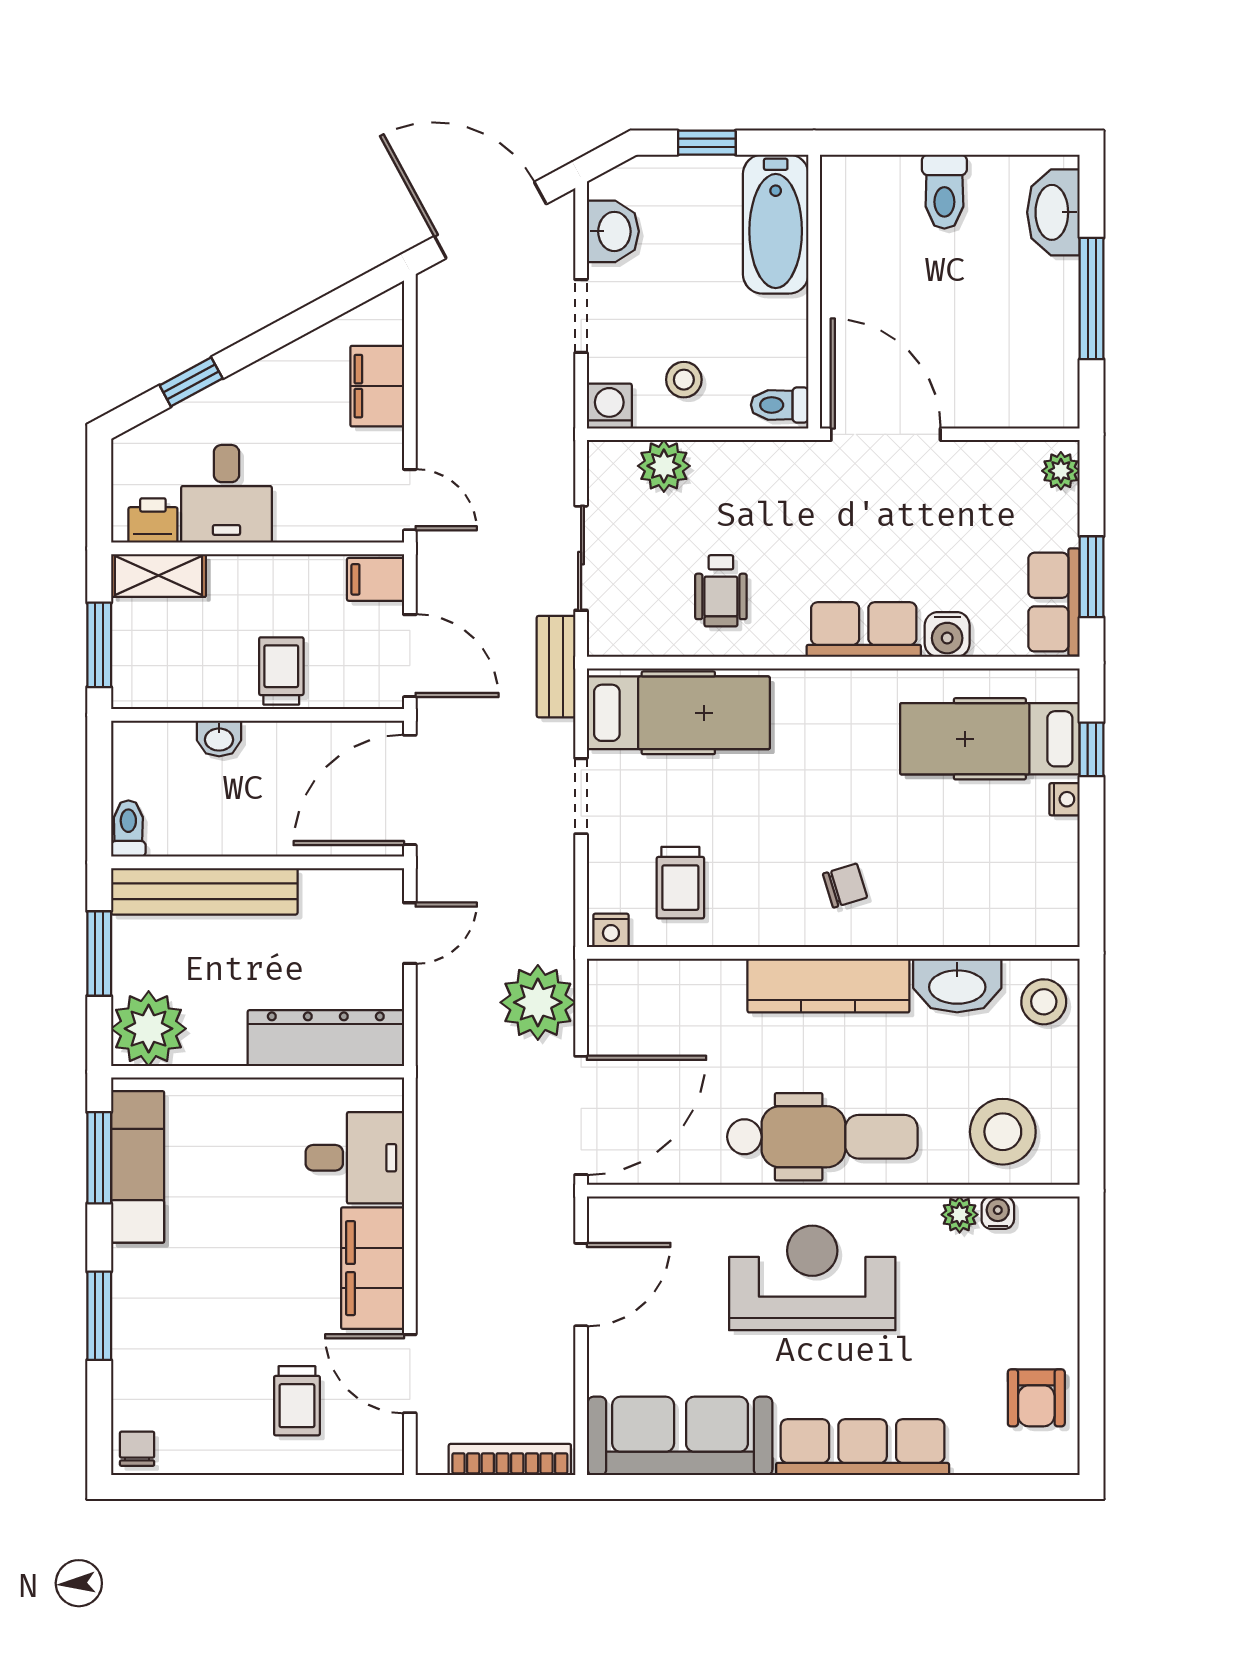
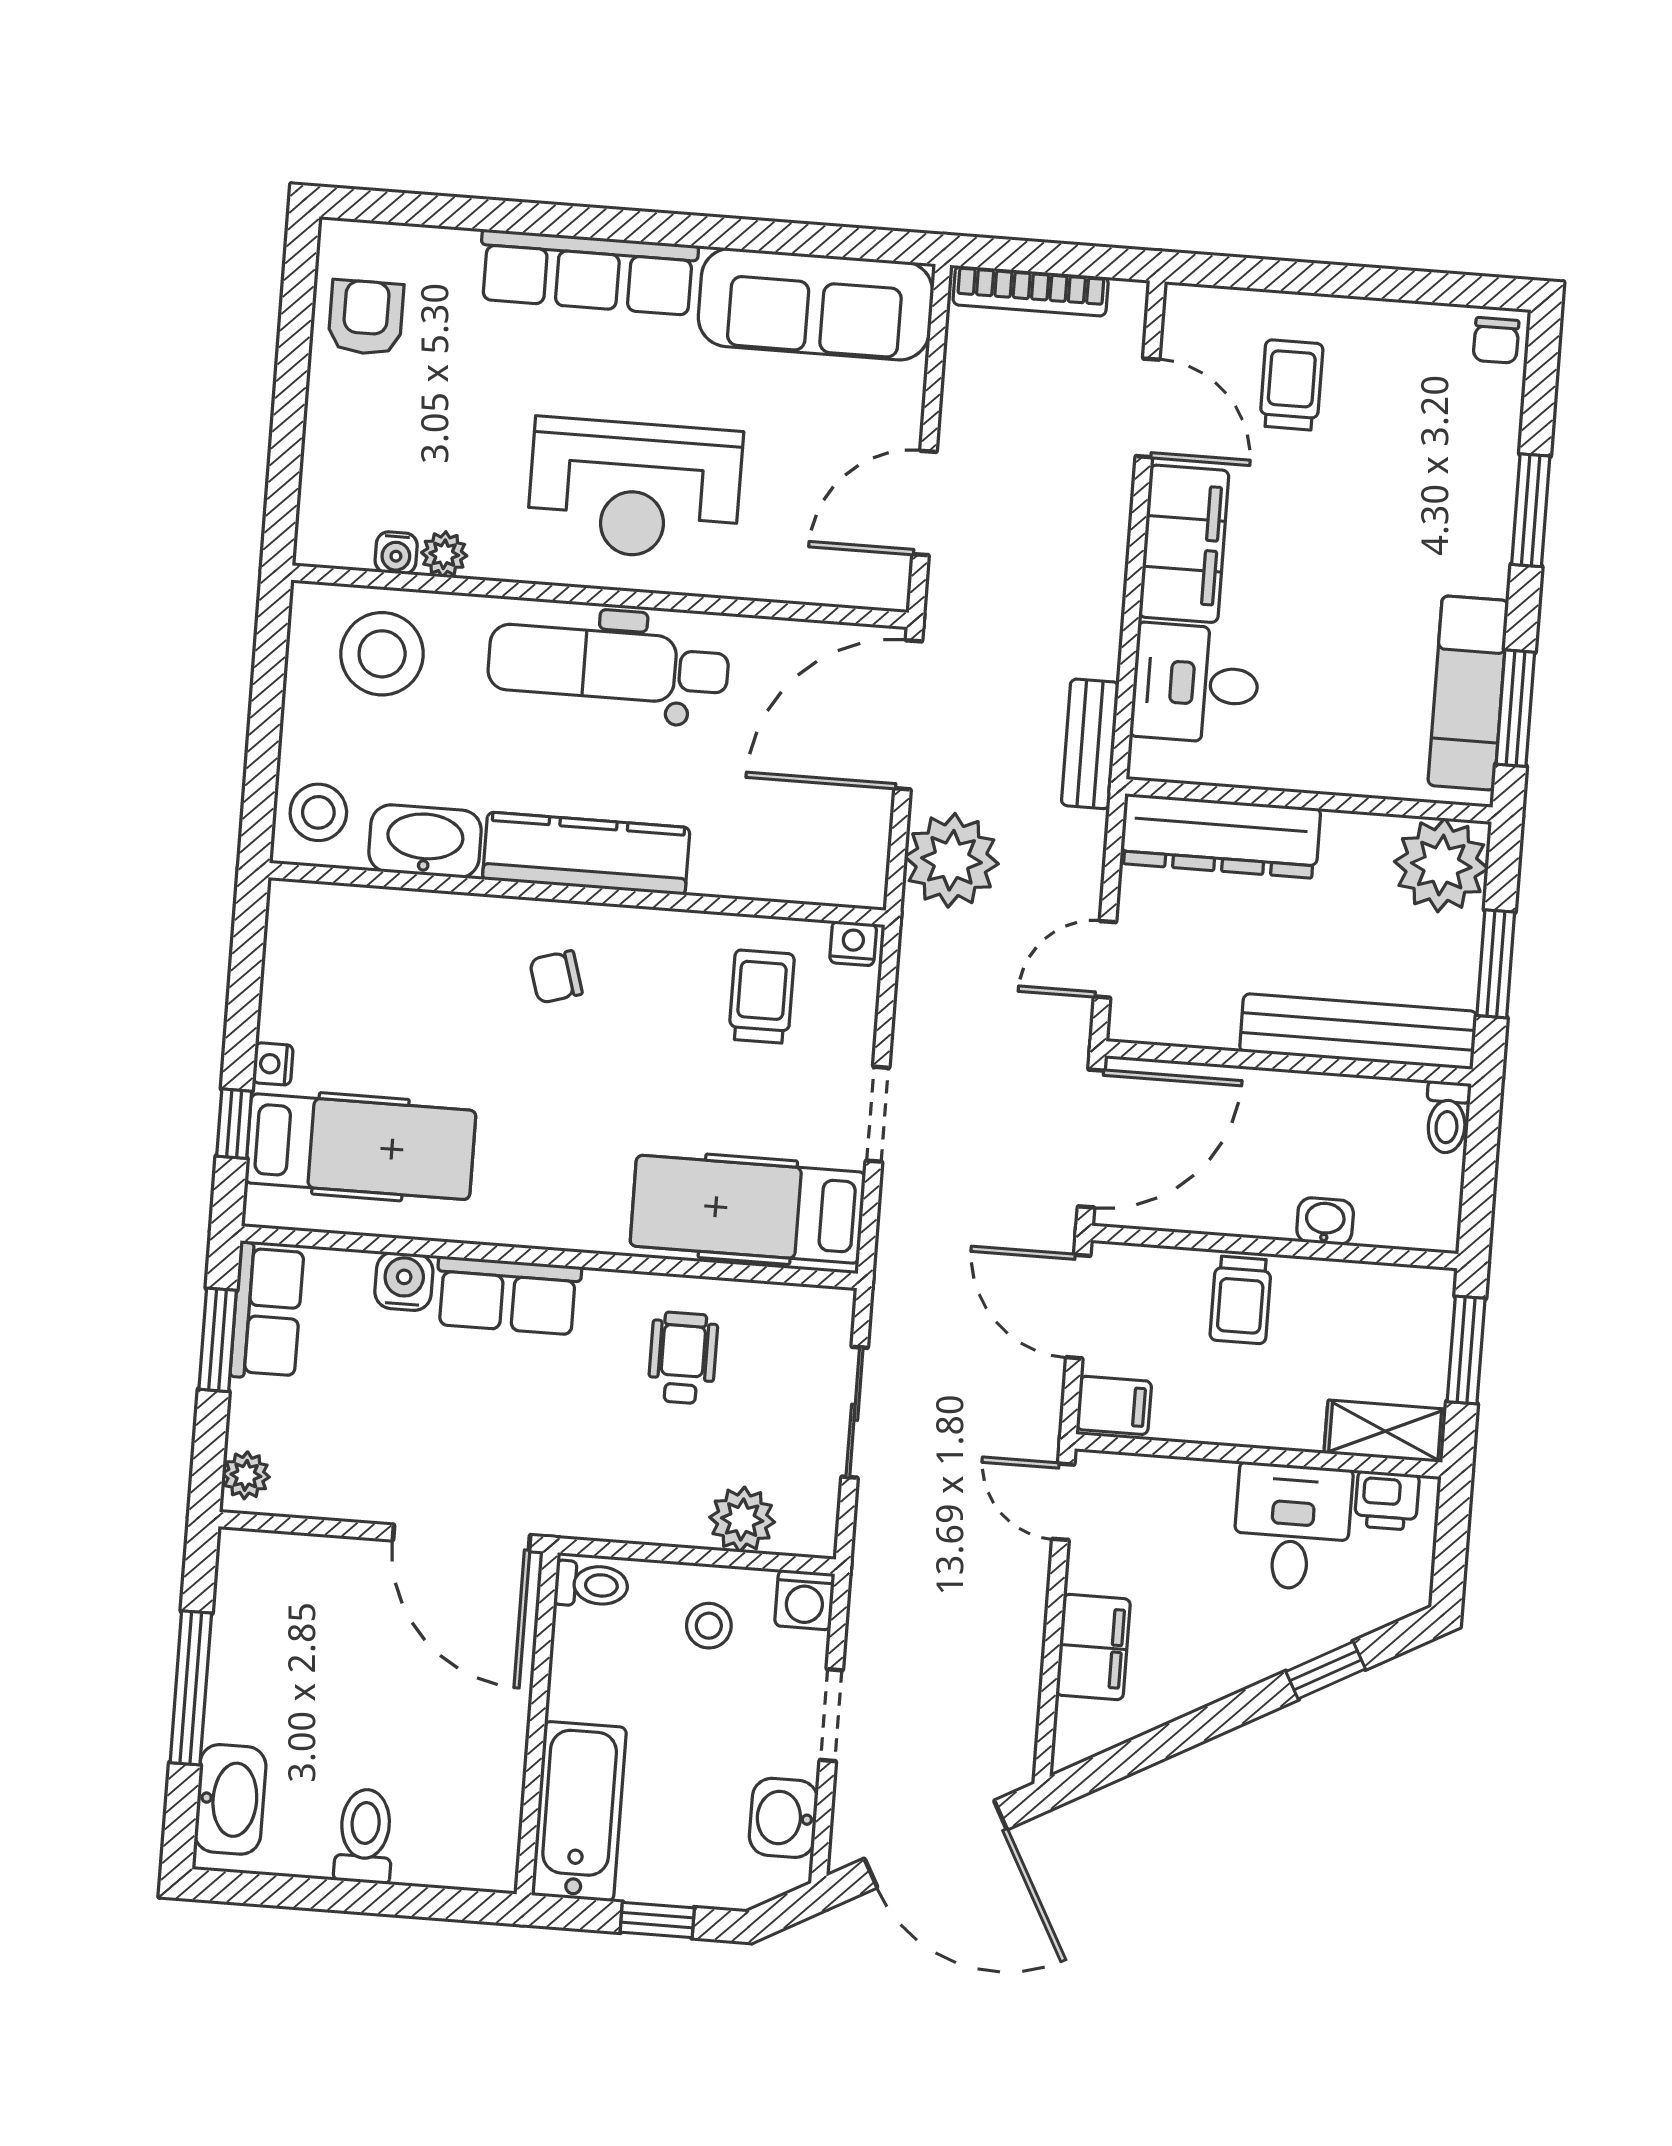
bench: (556, 667) -> (1090, 744), moved

